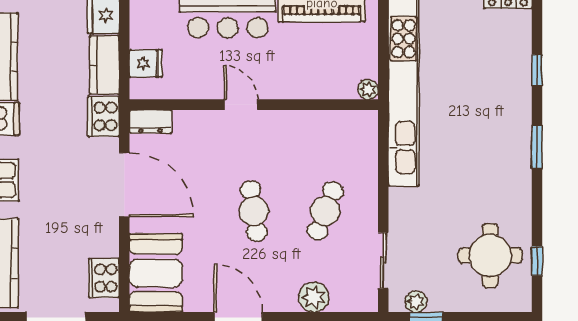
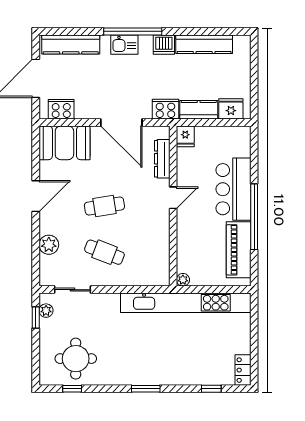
fridge: (146, 63) -> (185, 136), moved
window: (537, 70) -> (211, 389), moved
dresser: (150, 122) -> (162, 159), moved, width x1.44
door: (124, 185) -> (121, 122), hinge flipped

